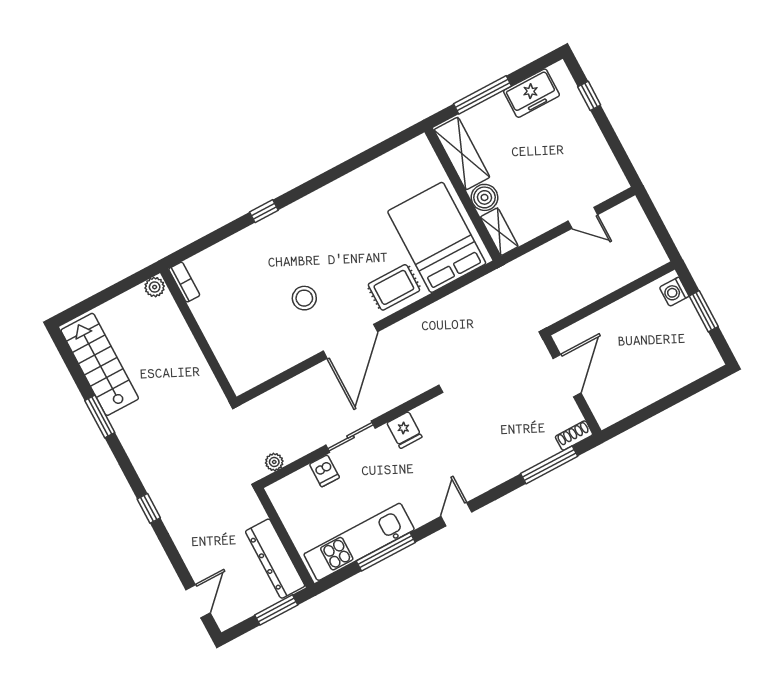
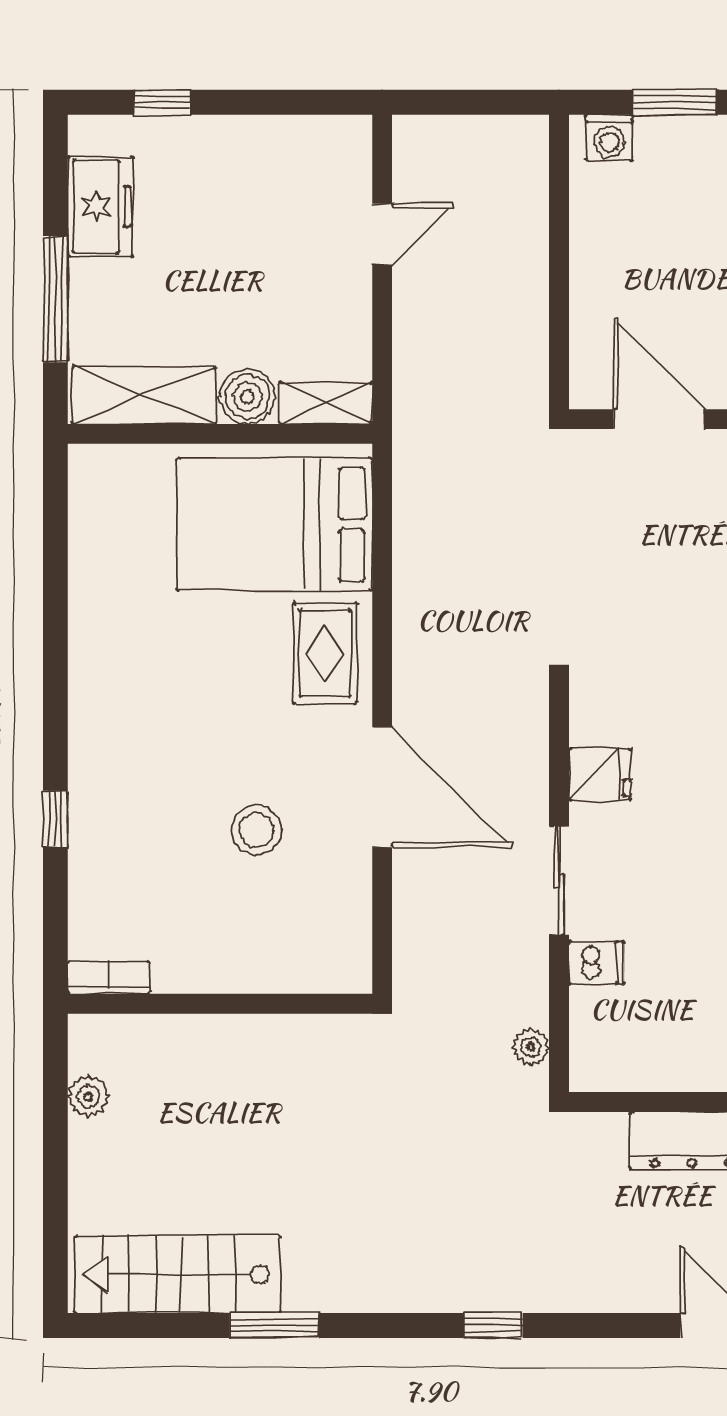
bookcase: (184, 282) -> (108, 978), moved
wall: (198, 335) -> (220, 1004), moved

